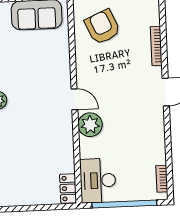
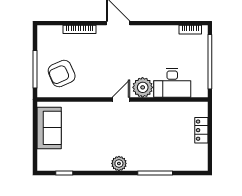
desk: (98, 181) -> (172, 83), moved
locker: (68, 188) -> (201, 130), moved, turned 90

